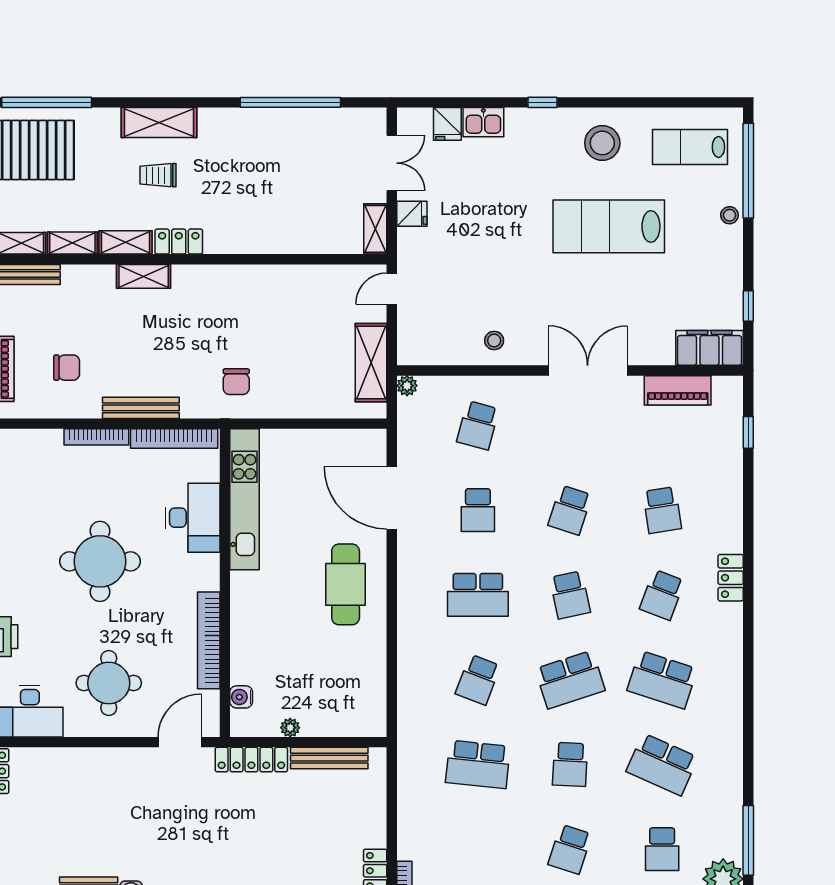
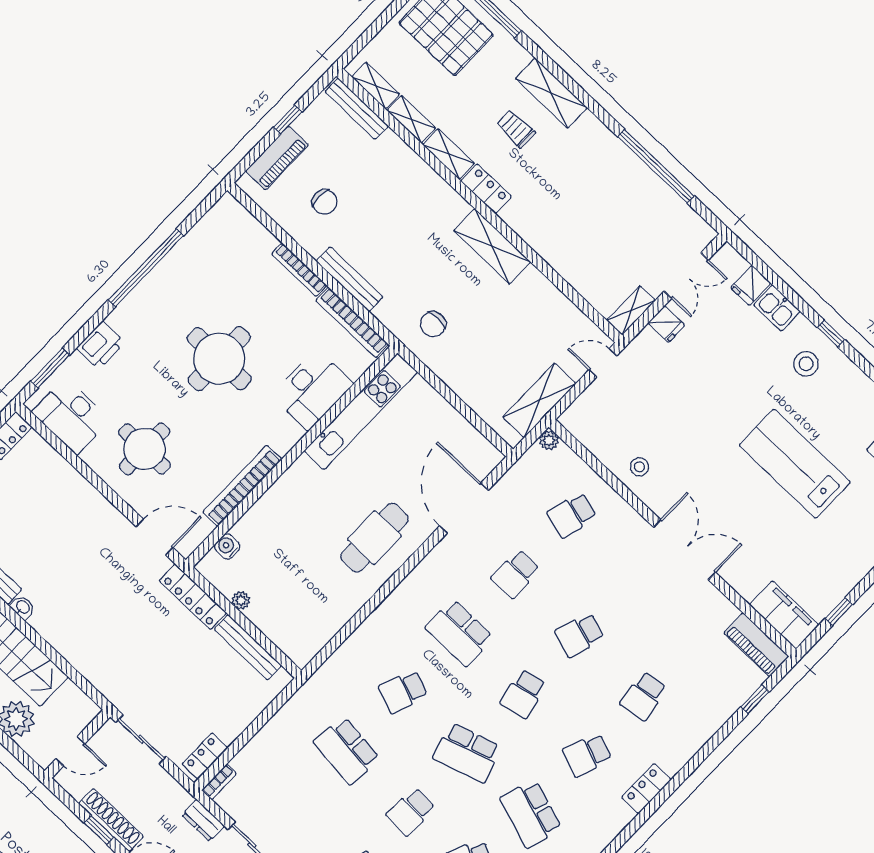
stool: (602, 143) -> (806, 364), moved, width x0.73, depth x0.73
shelving: (144, 276) -> (492, 246), moved, width x1.50, depth x1.33
piano: (678, 390) -> (756, 645), moved

